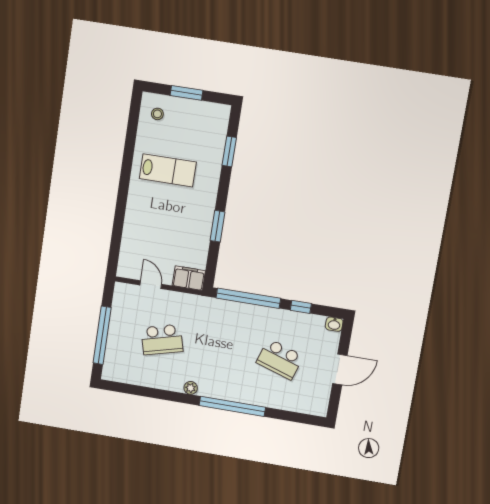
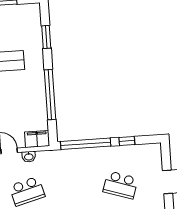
window: (218, 226) -> (50, 95), width x2.11
washbasin: (334, 324) -> (29, 157), moved

